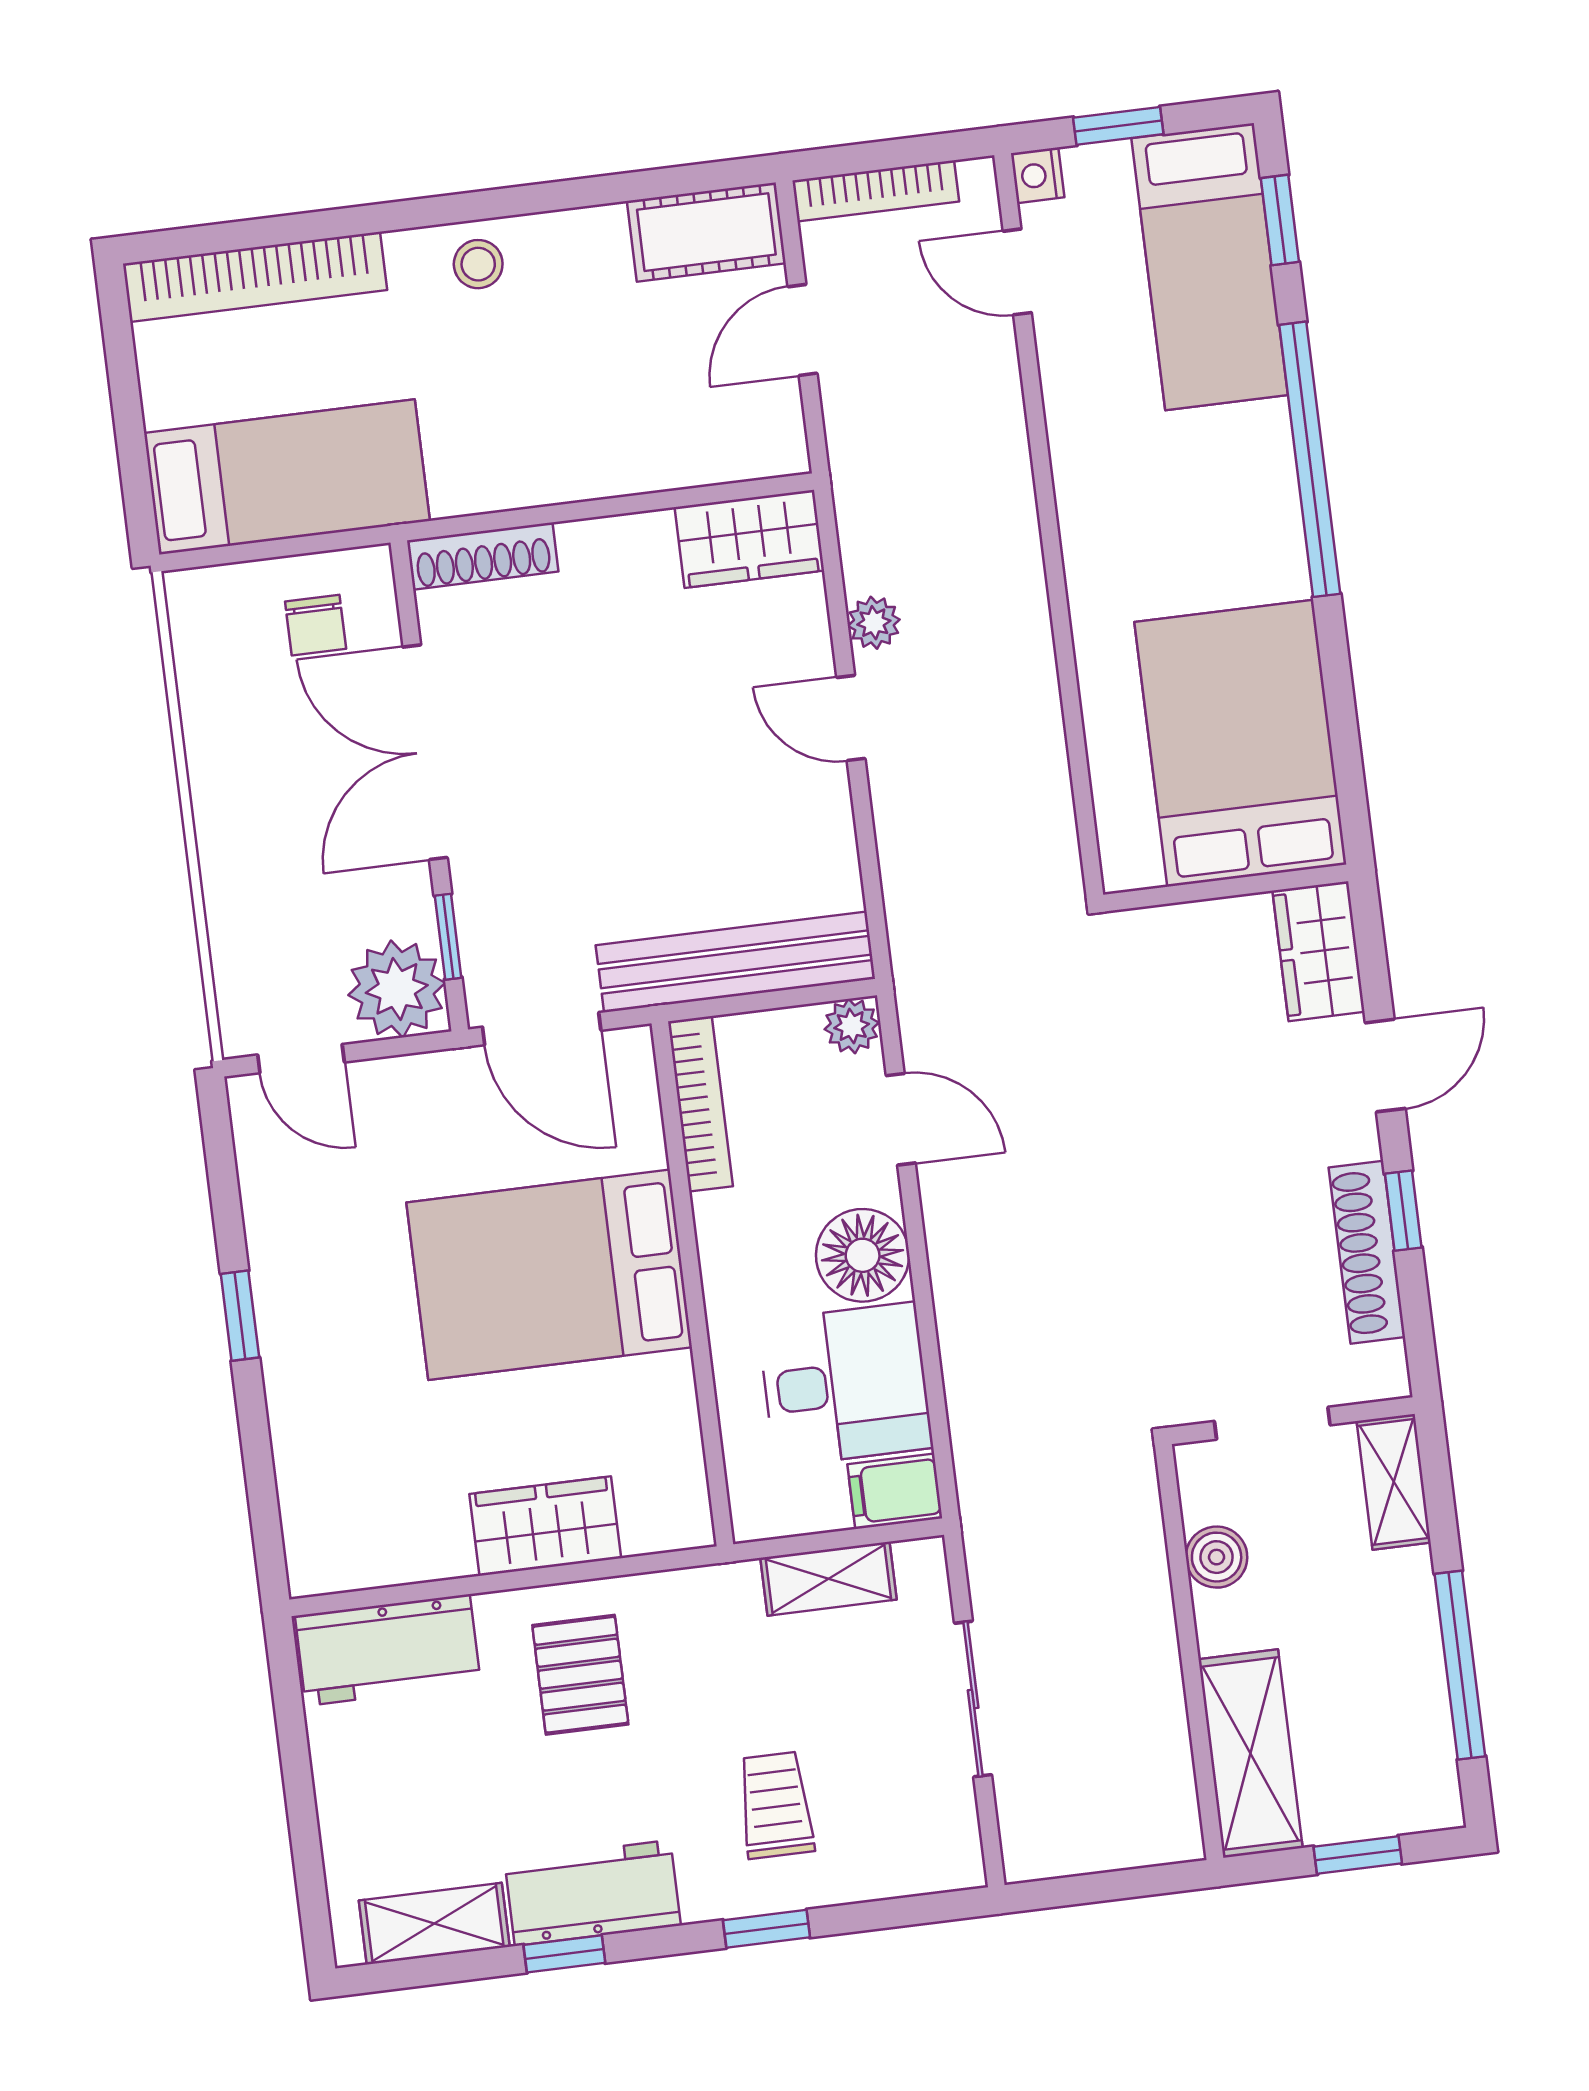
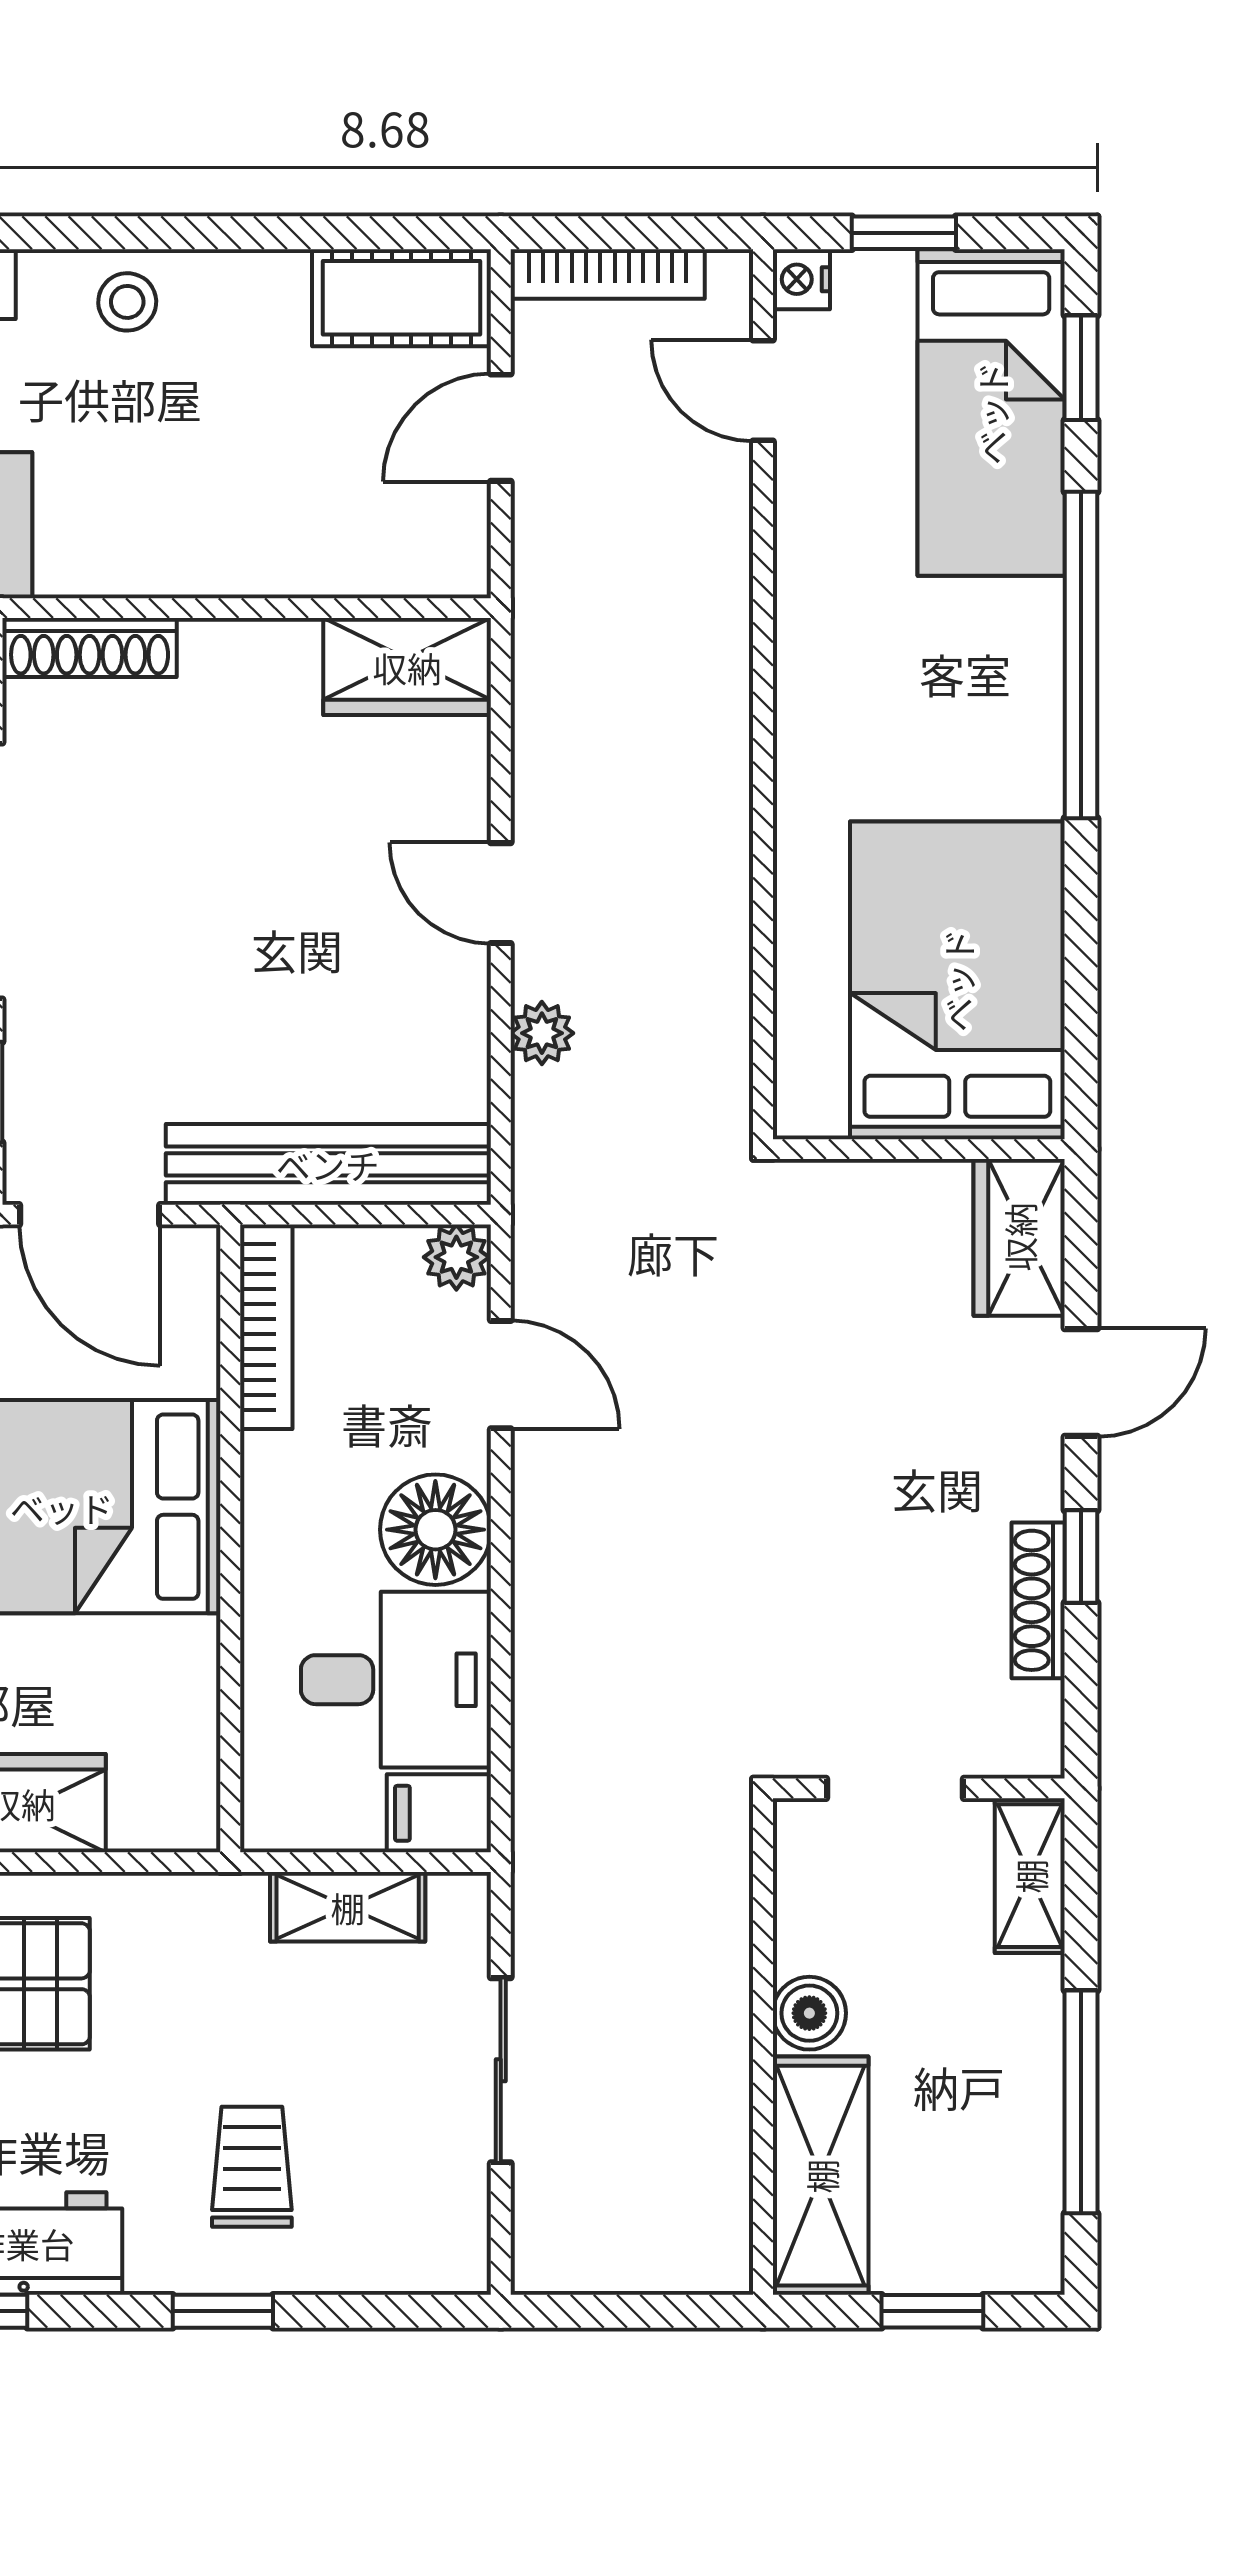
plant: (874, 623) -> (542, 1033), moved
shoe rack: (1367, 1252) -> (1038, 1600), width x0.74, depth x0.81
boiler: (1217, 1557) -> (809, 2013), moved

